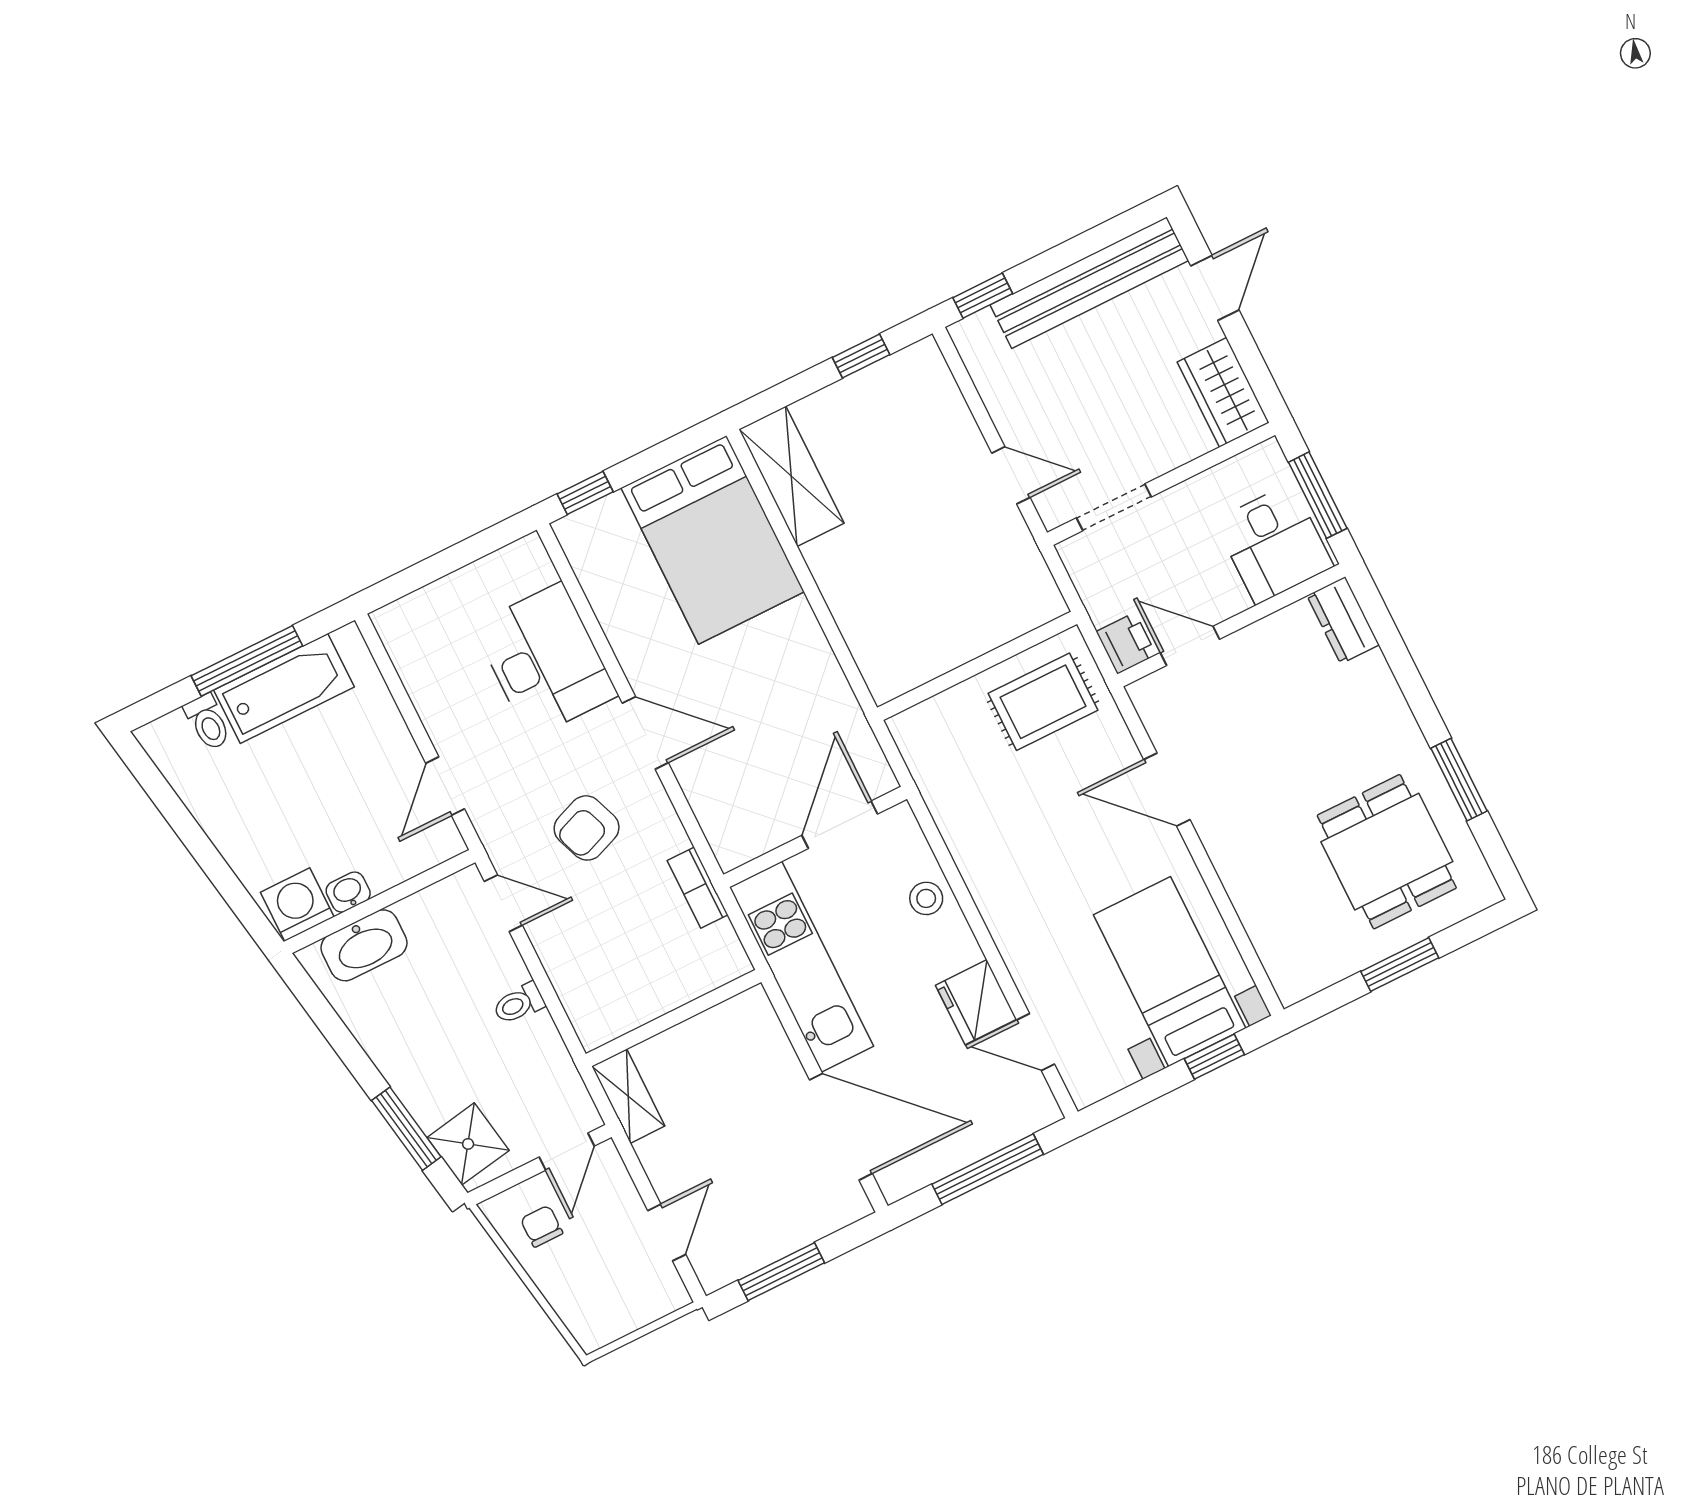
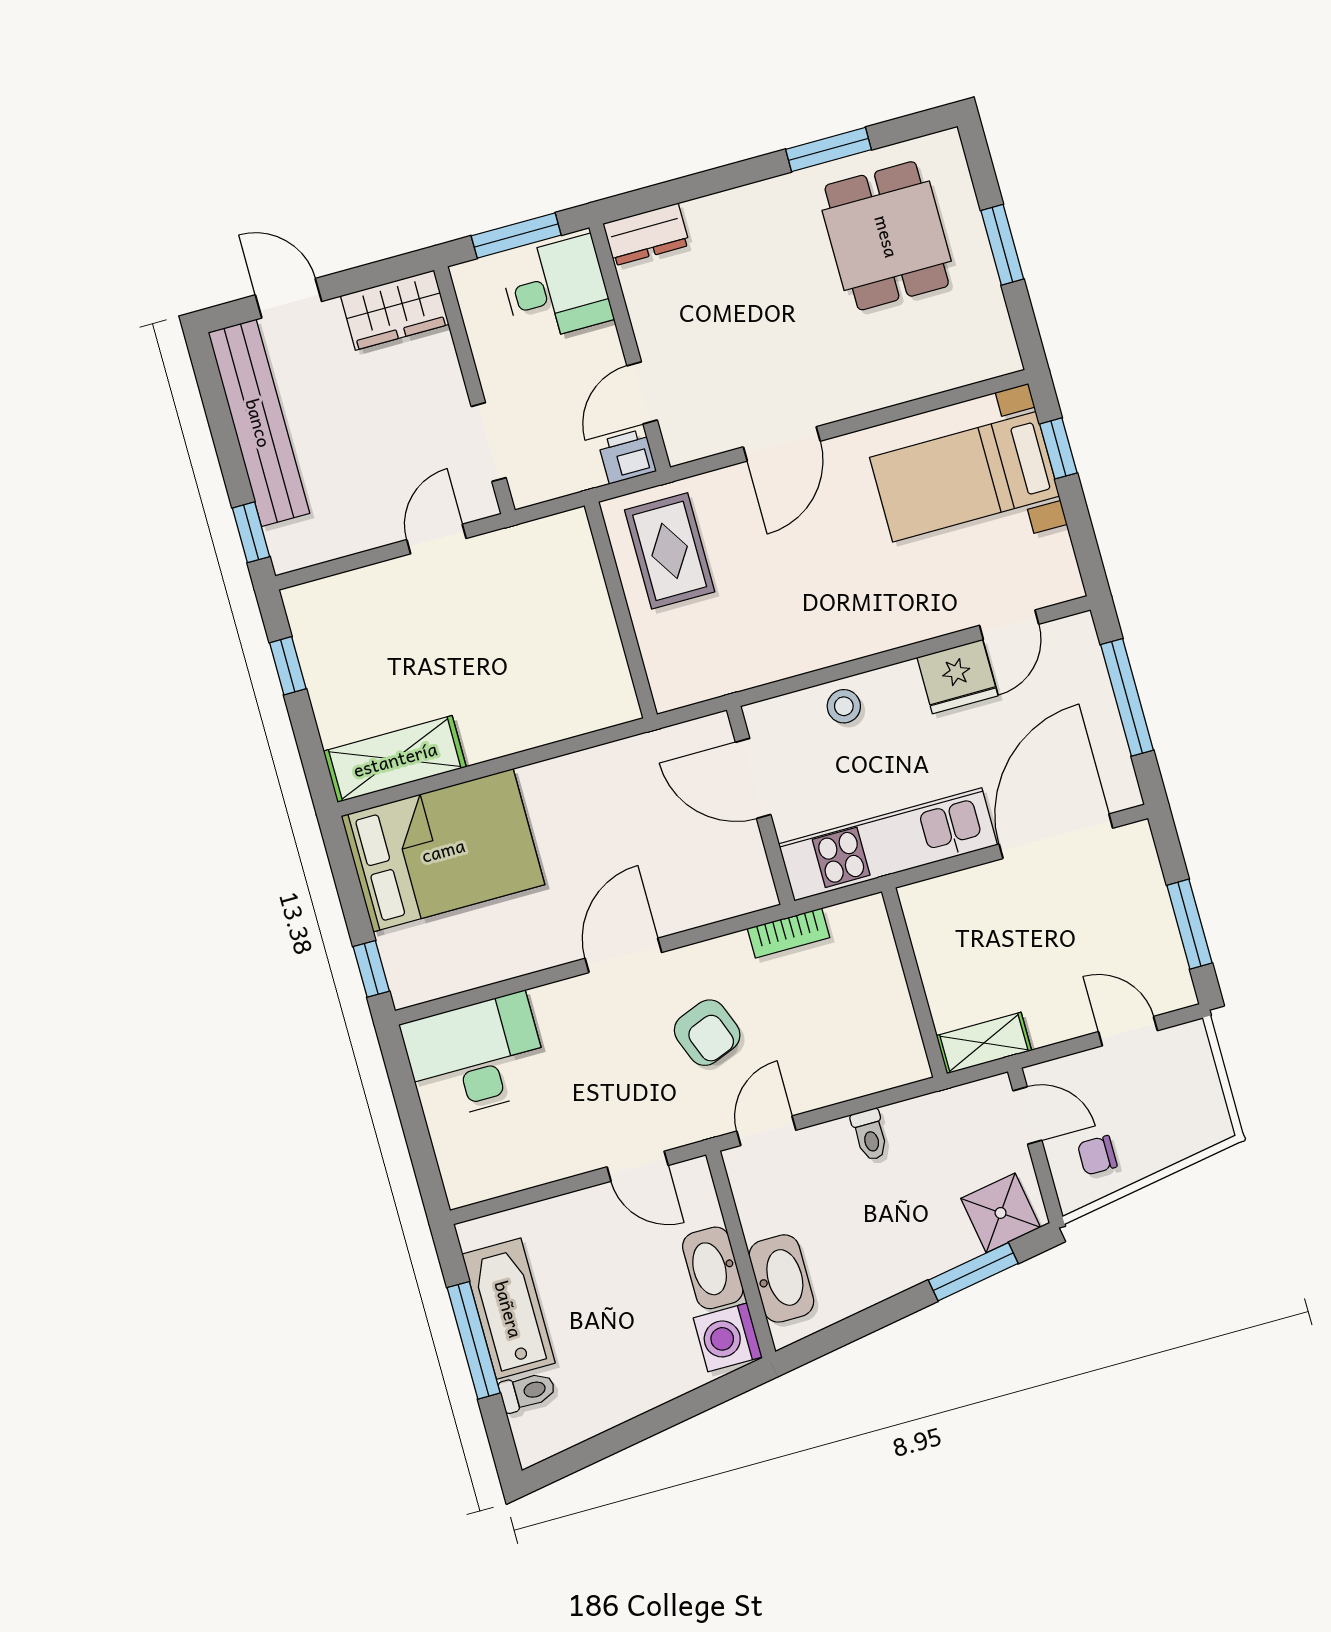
desk: (545, 661) -> (476, 1057), moved
dining table: (1387, 852) -> (887, 236), turned 90
washbasin: (348, 892) -> (713, 1268), width x1.91, depth x1.45

